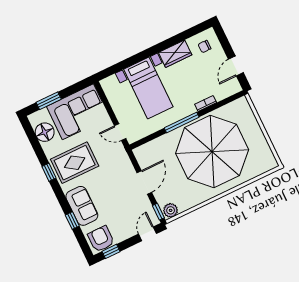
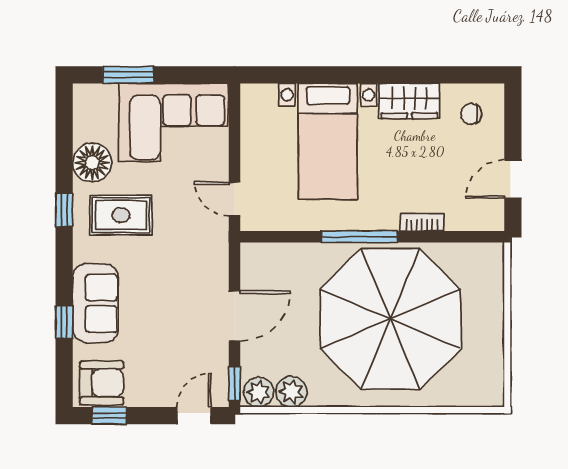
floor lamp: (45, 132) -> (92, 163), moved
rug: (75, 163) -> (121, 215), width x0.73, depth x0.70
plant: (185, 203) -> (291, 392), added
armchair: (101, 239) -> (102, 383), turned 90

